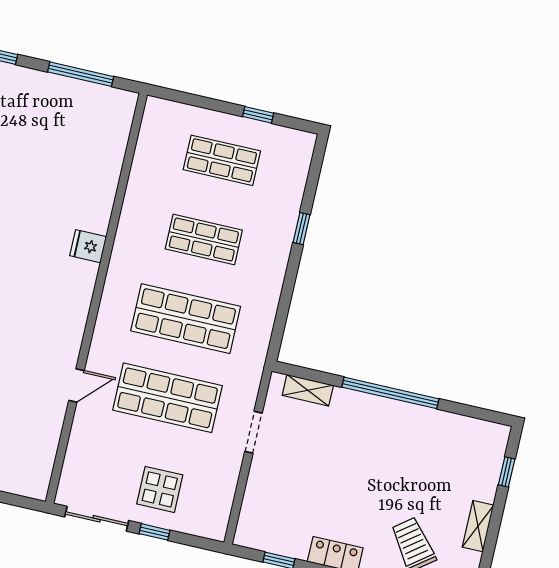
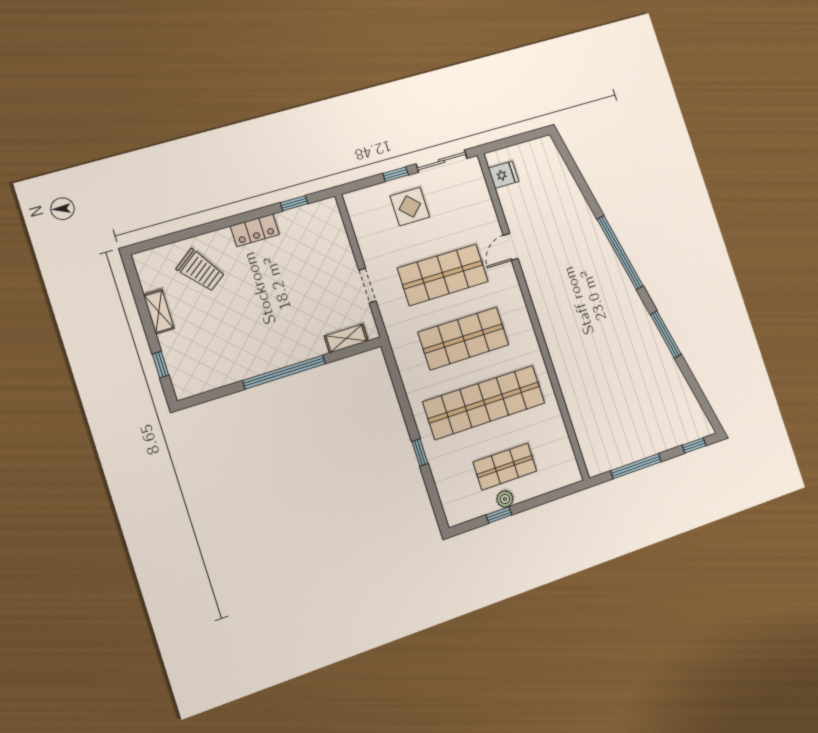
plant: (242, 127) -> (505, 499), added
shop shelf: (204, 239) -> (484, 402), width x2.00, depth x1.36
fridge: (88, 246) -> (504, 175), moved

